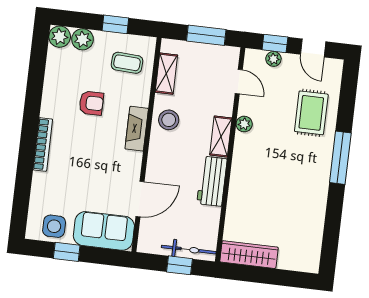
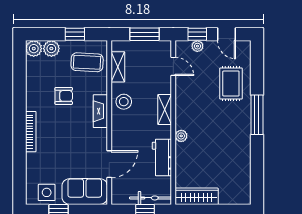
coffee table: (127, 63) -> (87, 62), width x1.36, depth x1.30
plant: (244, 124) -> (181, 136), moved
workbench: (212, 181) -> (162, 157), moved

